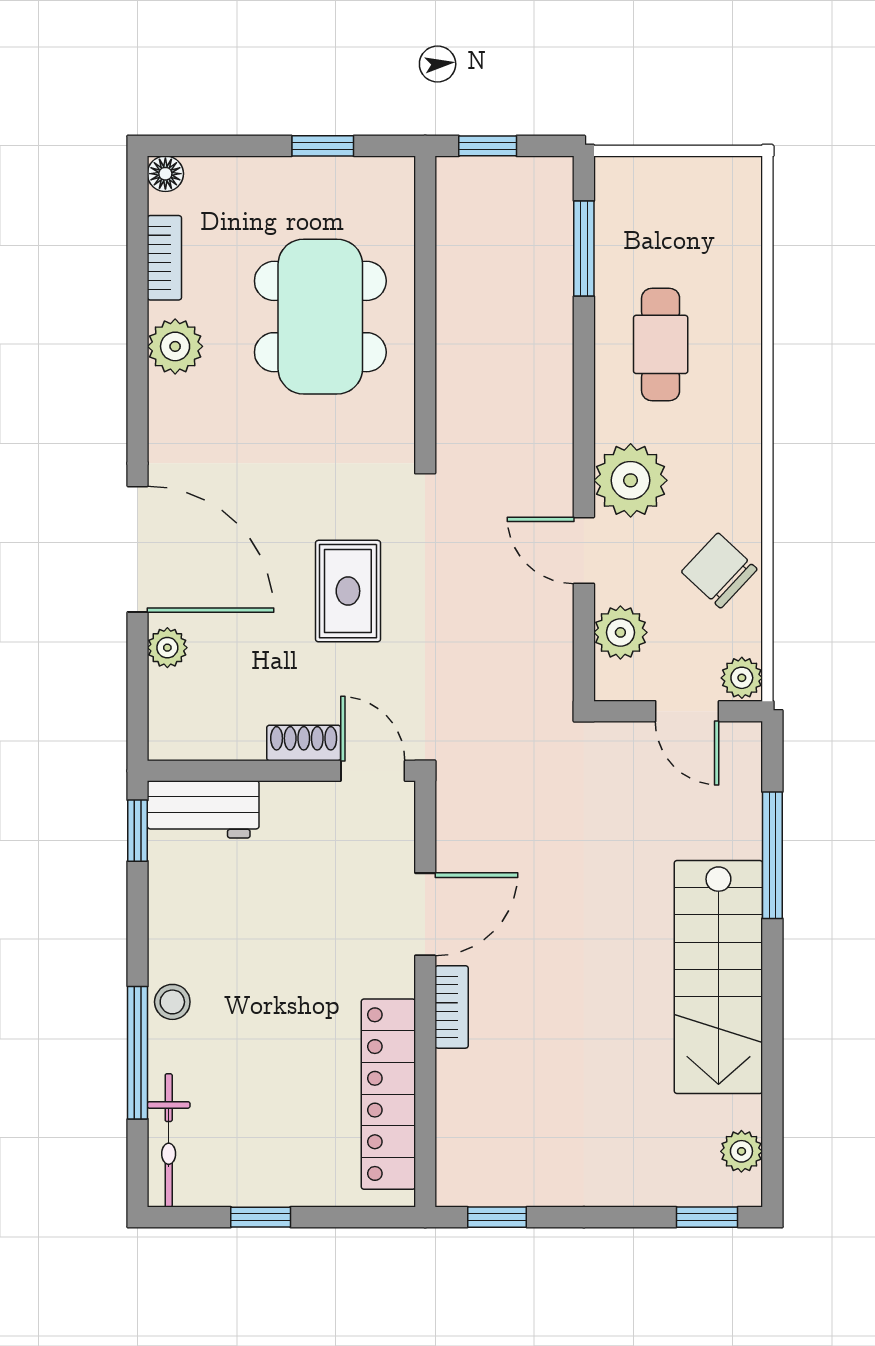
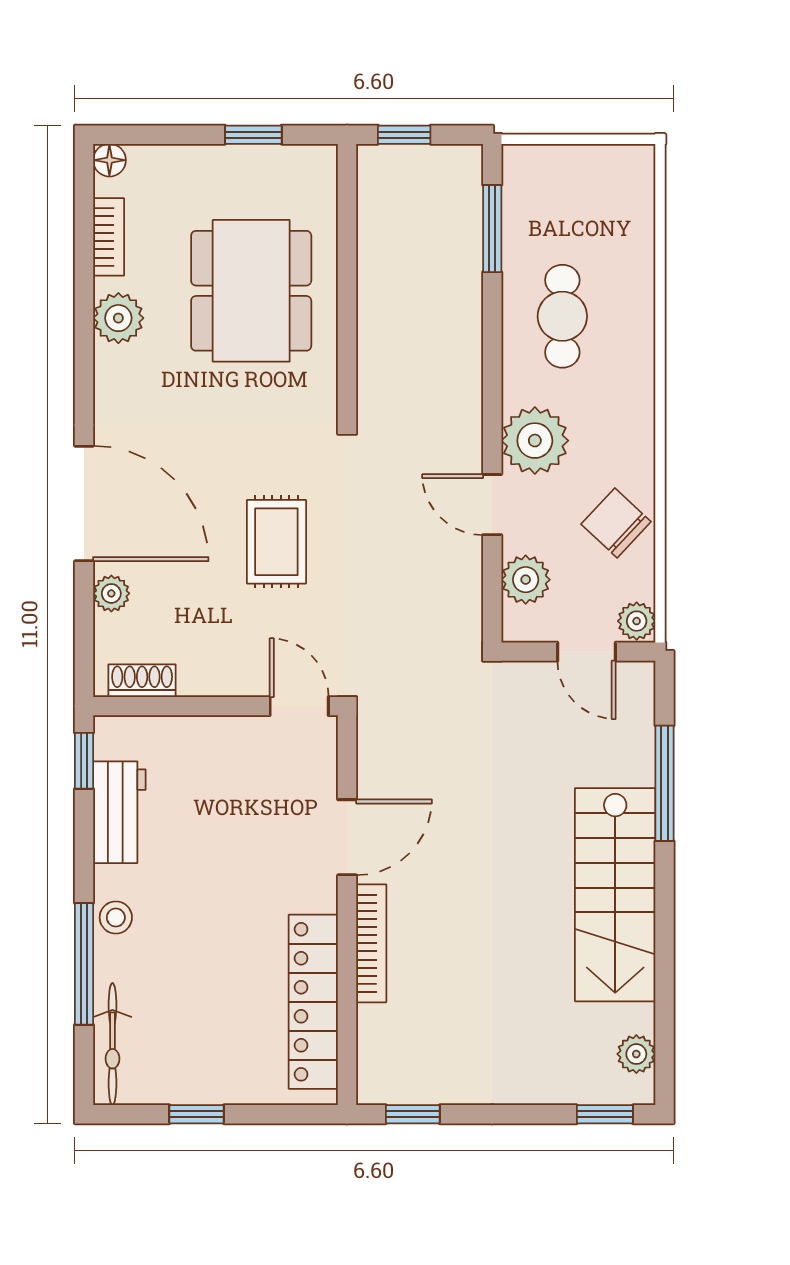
shoe rack: (304, 743) -> (142, 681), moved
workbench: (203, 809) -> (119, 812), moved, turned -90
bookcase: (452, 1007) -> (371, 943), width x1.56

